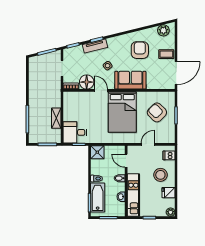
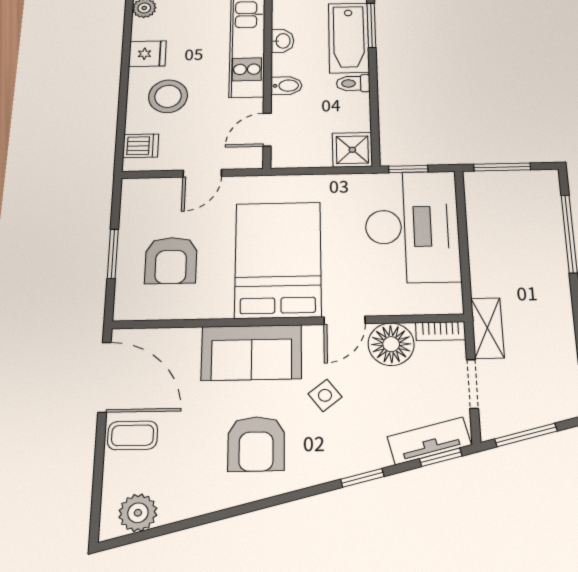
tv unit: (95, 46) -> (429, 441), moved
armchair: (140, 50) -> (256, 444), moved
door: (176, 73) -> (105, 377), swing flipped
door: (101, 90) -> (345, 320), hinge flipped
armchair: (157, 112) -> (171, 260), turned 45
shelving: (56, 118) -> (487, 328), moved
desk: (75, 132) -> (412, 226), width x1.87, depth x1.30
door: (126, 161) -> (267, 130), swing flipped

